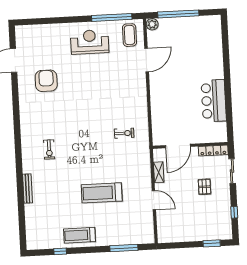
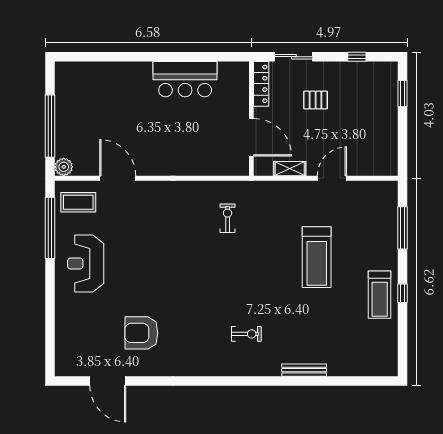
window: (60, 251) -> (403, 293), moved

